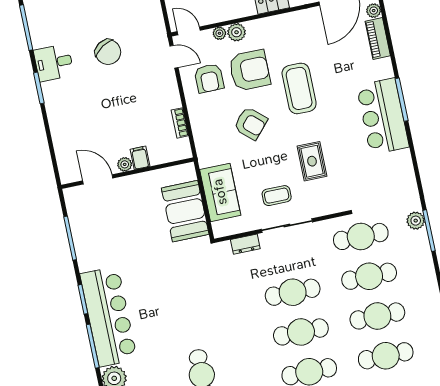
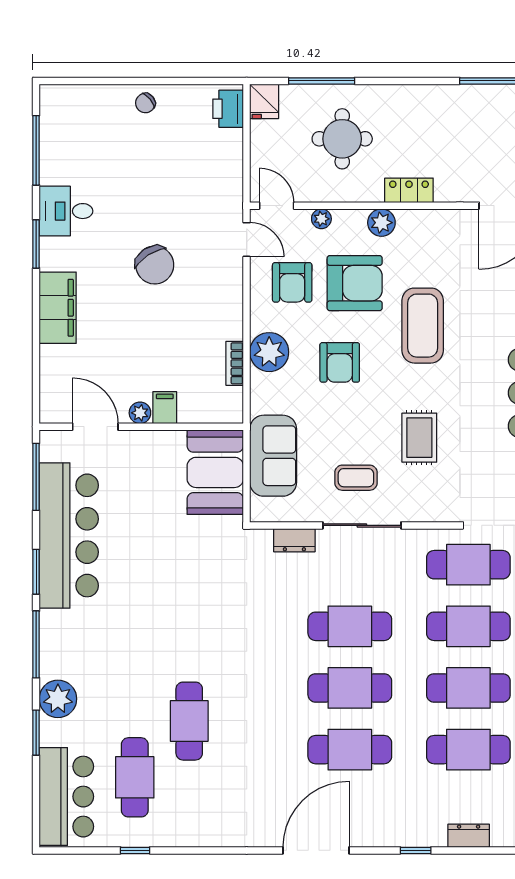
plant: (237, 32) -> (381, 223), moved
chair: (108, 52) -> (155, 265), moved
bookcase: (180, 123) -> (235, 363), moved
armchair: (251, 123) -> (340, 362), turned 48
filing cabinet: (61, 126) -> (58, 308), added
plant: (204, 126) -> (269, 352), added
filing cabinet: (140, 158) -> (165, 408), moved
plant: (125, 164) -> (140, 413), moved
wall: (127, 173) -> (141, 427), moved
door: (98, 179) -> (95, 427), moved
bar counter: (109, 317) -> (69, 535), moved

